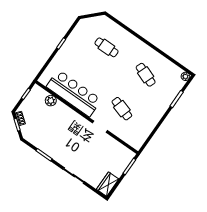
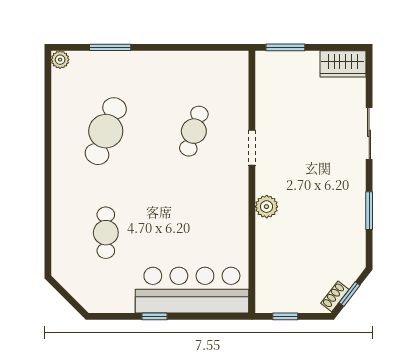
cafe table: (146, 75) -> (106, 131), width x1.37, depth x1.35
bar counter: (74, 93) -> (192, 290), moved, turned 90
plant: (51, 101) -> (267, 207), moved

